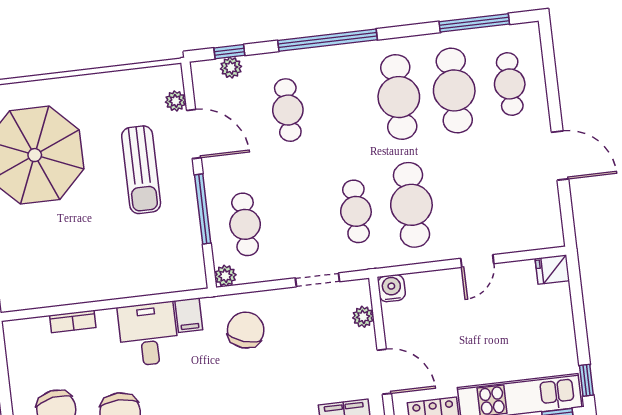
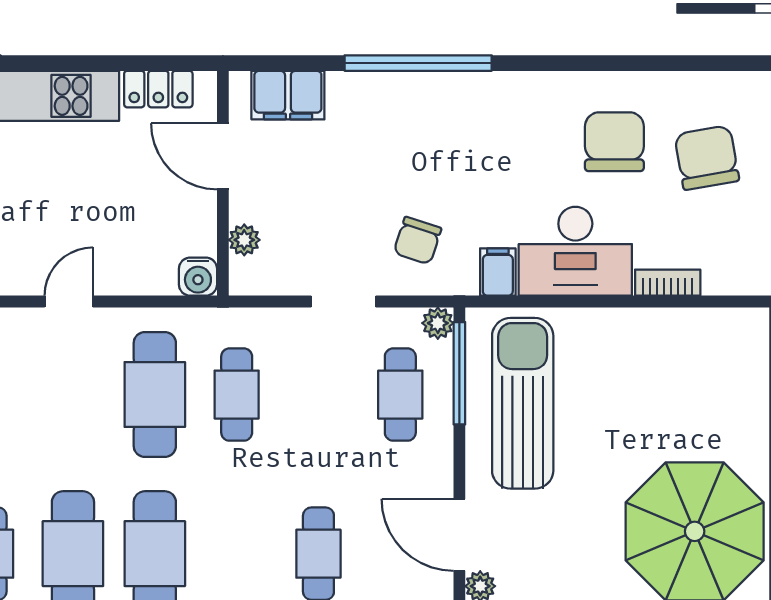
sun lounger: (141, 170) -> (523, 403), moved, width x1.36, depth x1.34
window: (203, 209) -> (459, 373), moved
doorway: (318, 280) -> (344, 302), moved
chair: (246, 330) -> (417, 241), width x0.73, depth x0.73
desk: (148, 334) -> (575, 251), width x1.37

